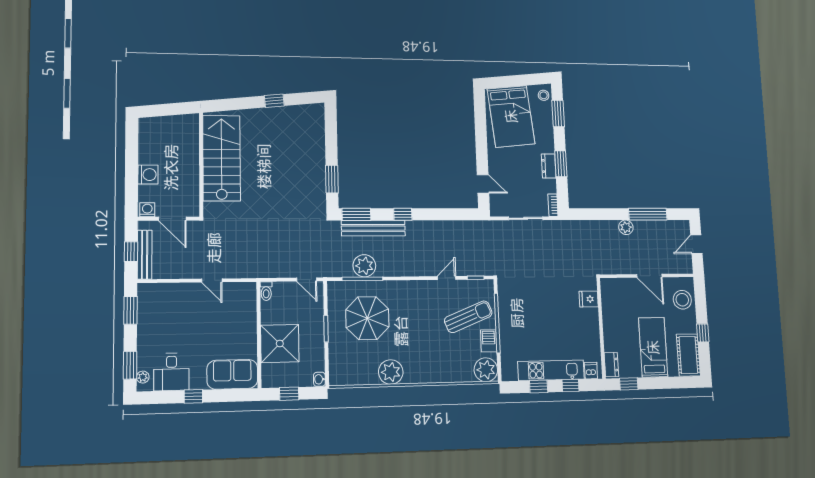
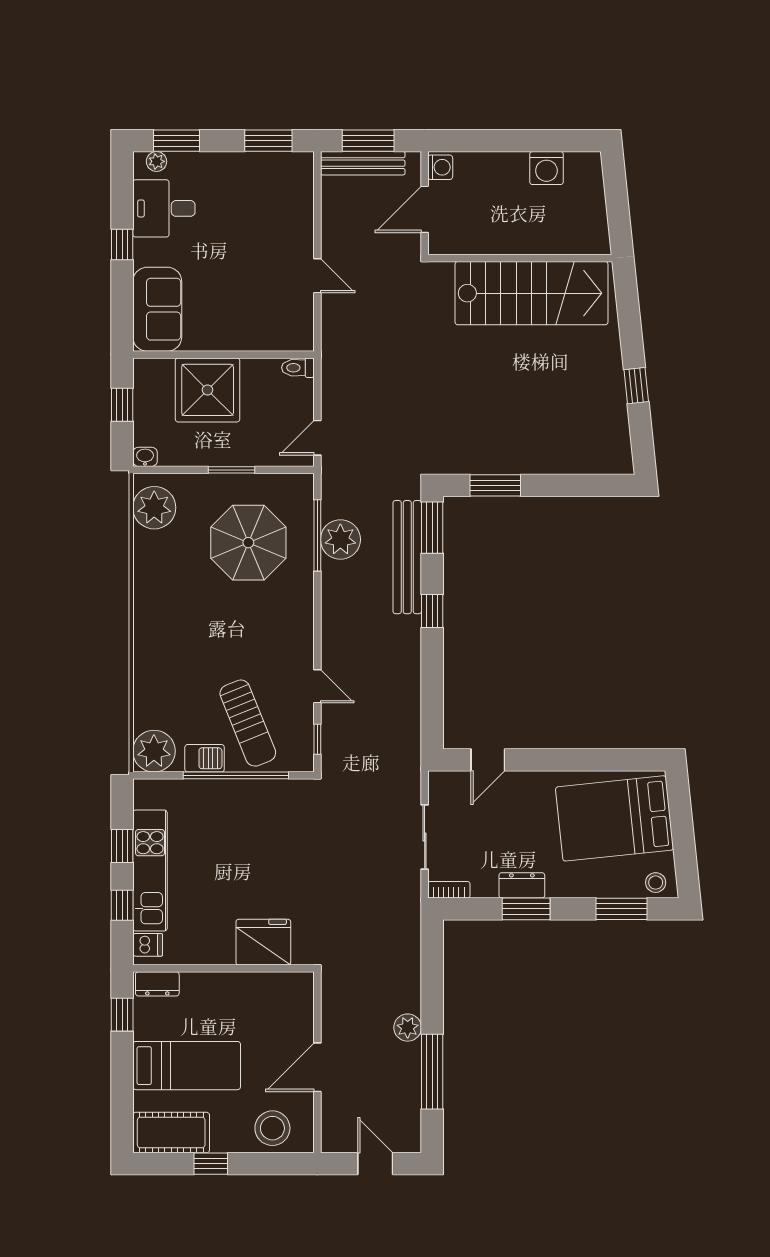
washing machine: (148, 175) -> (546, 168), moved
window: (131, 252) -> (368, 141), width x1.50
door: (212, 280) -> (317, 276), swing flipped
fridge: (589, 299) -> (263, 942), width x1.88, depth x1.34
plant: (391, 372) -> (154, 508), moved

